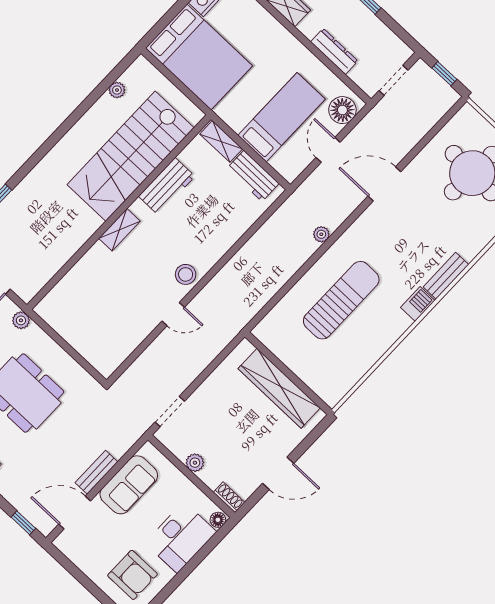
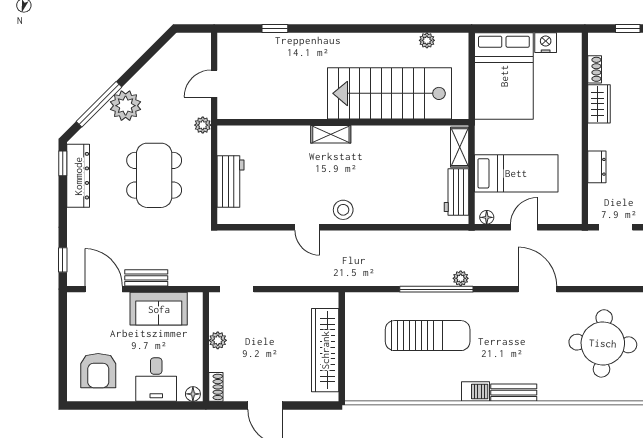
dresser: (334, 51) -> (597, 167), width x0.70
floor lamp: (342, 110) -> (487, 217), moved, width x0.53, depth x0.53
workbench: (167, 186) -> (231, 182), moved, turned -90
window: (312, 260) -> (436, 289), added
desk: (181, 537) -> (156, 380), width x0.73

